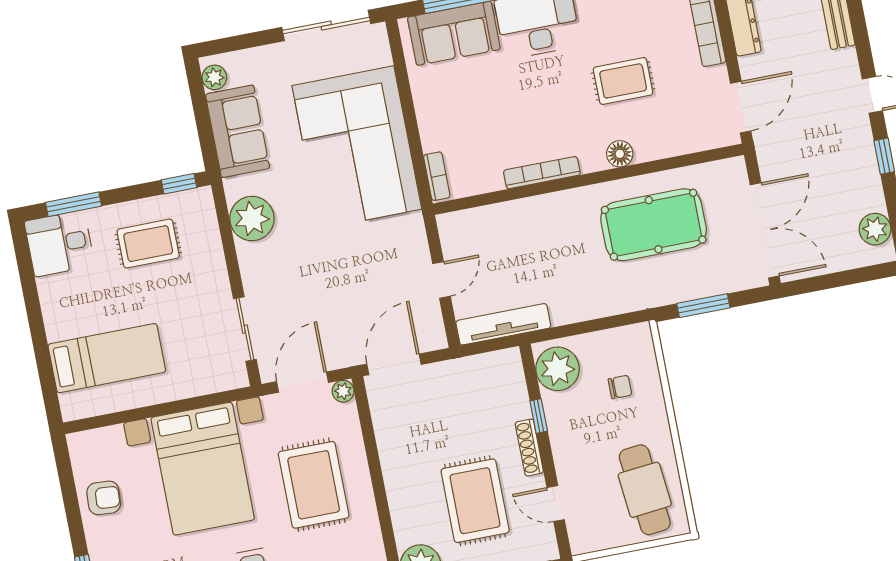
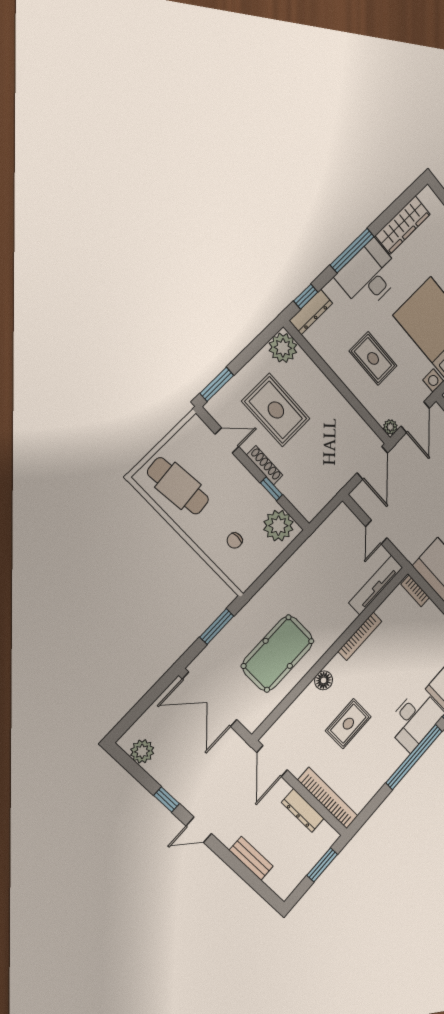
tv unit: (503, 324) -> (376, 585), moved, turned 180
rug: (314, 485) -> (373, 358), width x0.73, depth x0.70

